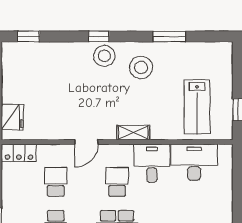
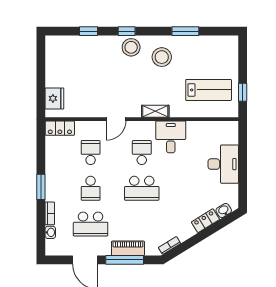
window: (28, 36) -> (89, 31), moved
lab bench: (197, 107) -> (209, 90), turned -90
desk: (194, 162) -> (223, 164), moved, turned 90

